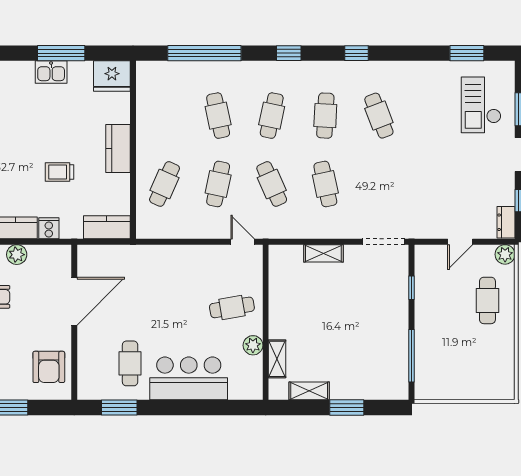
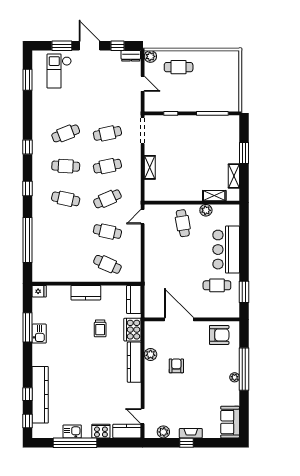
fridge: (112, 76) -> (39, 291), width x0.53, depth x0.75
checkout: (481, 105) -> (59, 71), turned 90
cafe table: (218, 116) -> (107, 133), moved
cooker: (49, 228) -> (132, 330), width x1.87, depth x1.31

